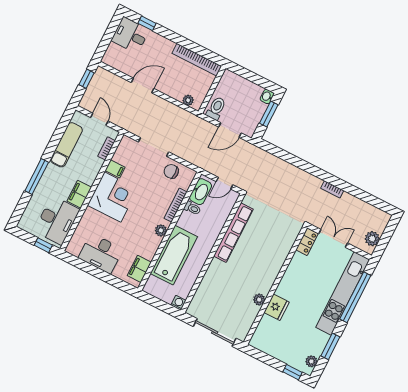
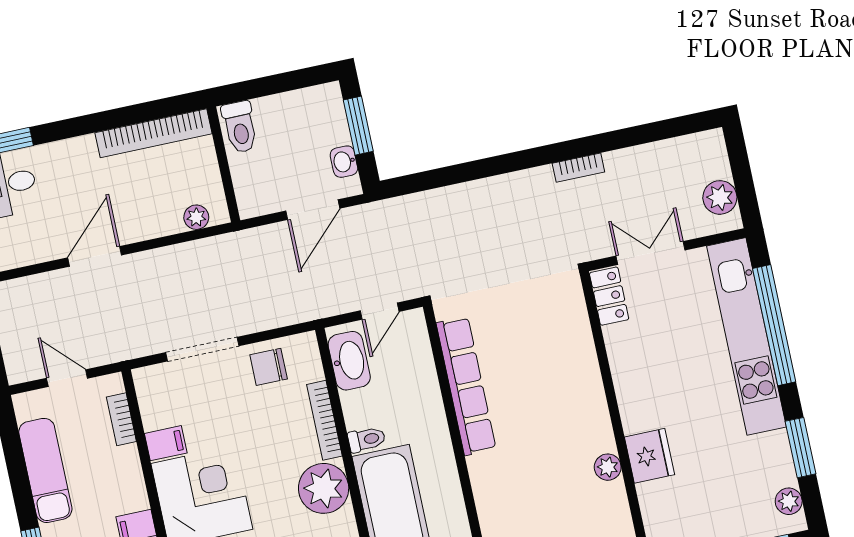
washbasin: (267, 97) -> (344, 162), moved
toilet: (216, 108) -> (240, 127), moved, turned 180
toilet: (192, 208) -> (367, 439), moved
plant: (161, 230) -> (324, 488), width x1.88, depth x1.88

